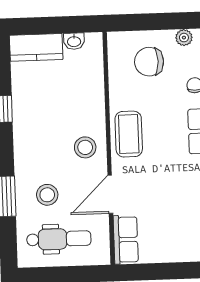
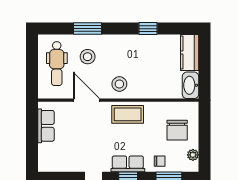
washbasin: (74, 41) -> (190, 85), width x1.91, depth x1.45
chair: (149, 62) -> (177, 130), turned 180
row of seats: (126, 240) -> (46, 126), moved, turned -90

